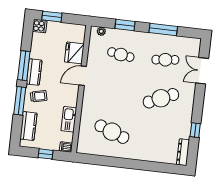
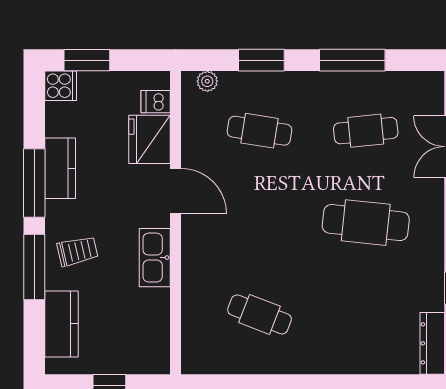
kitchen counter: (34, 72) -> (60, 168), moved
door: (83, 76) -> (175, 191), swing flipped
cafe table: (161, 98) -> (366, 223), turned 30
kitchen sink: (69, 119) -> (155, 258), moved
cafe table: (112, 132) -> (260, 314), width x0.73, depth x0.74
dishwasher: (66, 147) -> (156, 102), moved

